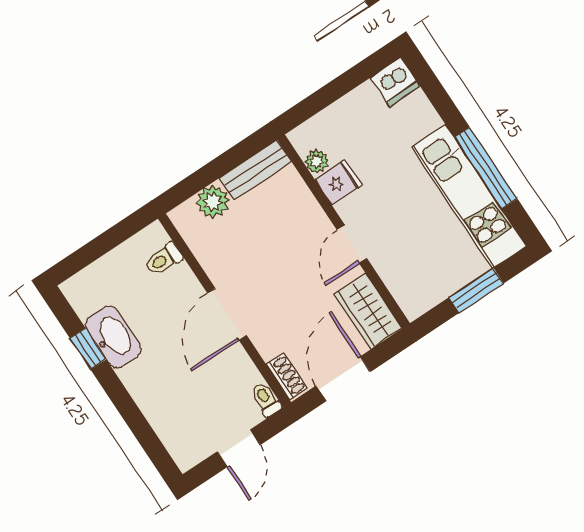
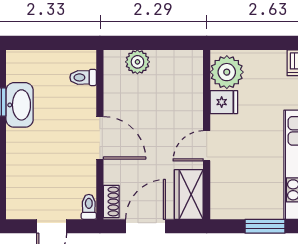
plant: (317, 161) -> (227, 72), width x1.87, depth x1.87
bench: (255, 170) -> (177, 60), removed
door: (227, 314) -> (100, 138), swing flipped

